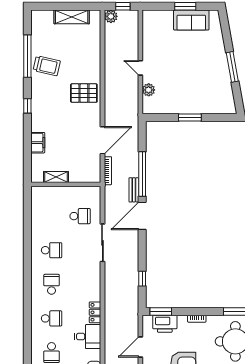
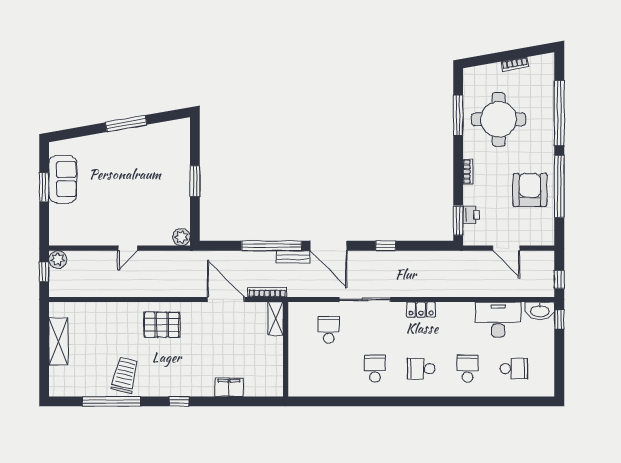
plant: (111, 16) -> (58, 259), moved
plant: (149, 90) -> (181, 237), moved
pallet: (84, 93) -> (162, 325), turned 90
shelving: (56, 177) -> (276, 319), moved
window: (142, 279) -> (386, 246), moved
locker: (95, 312) -> (421, 310), moved
printer: (165, 324) -> (471, 215), width x0.53, depth x0.68
desk: (88, 337) -> (498, 320), width x1.37

